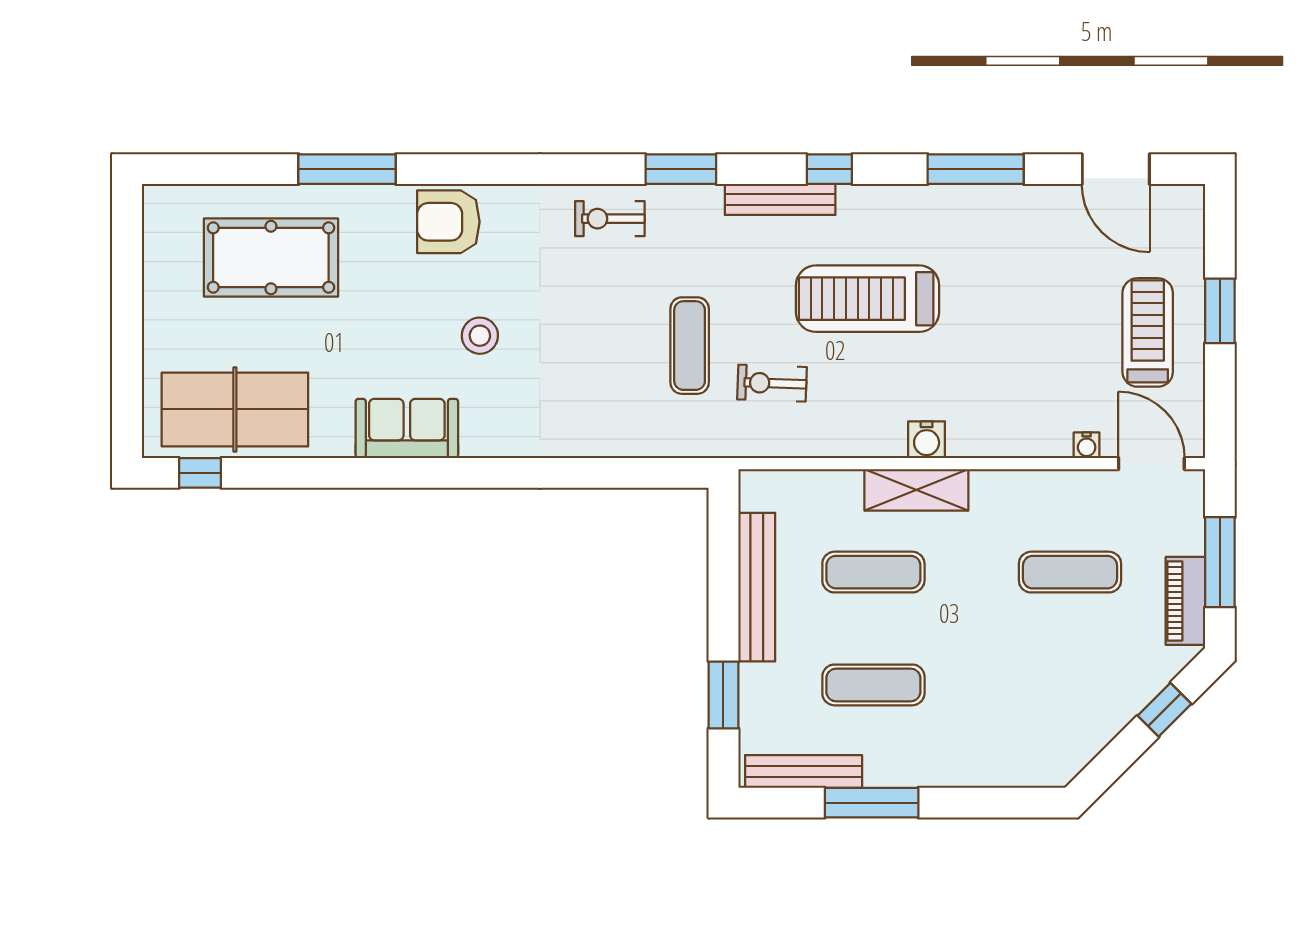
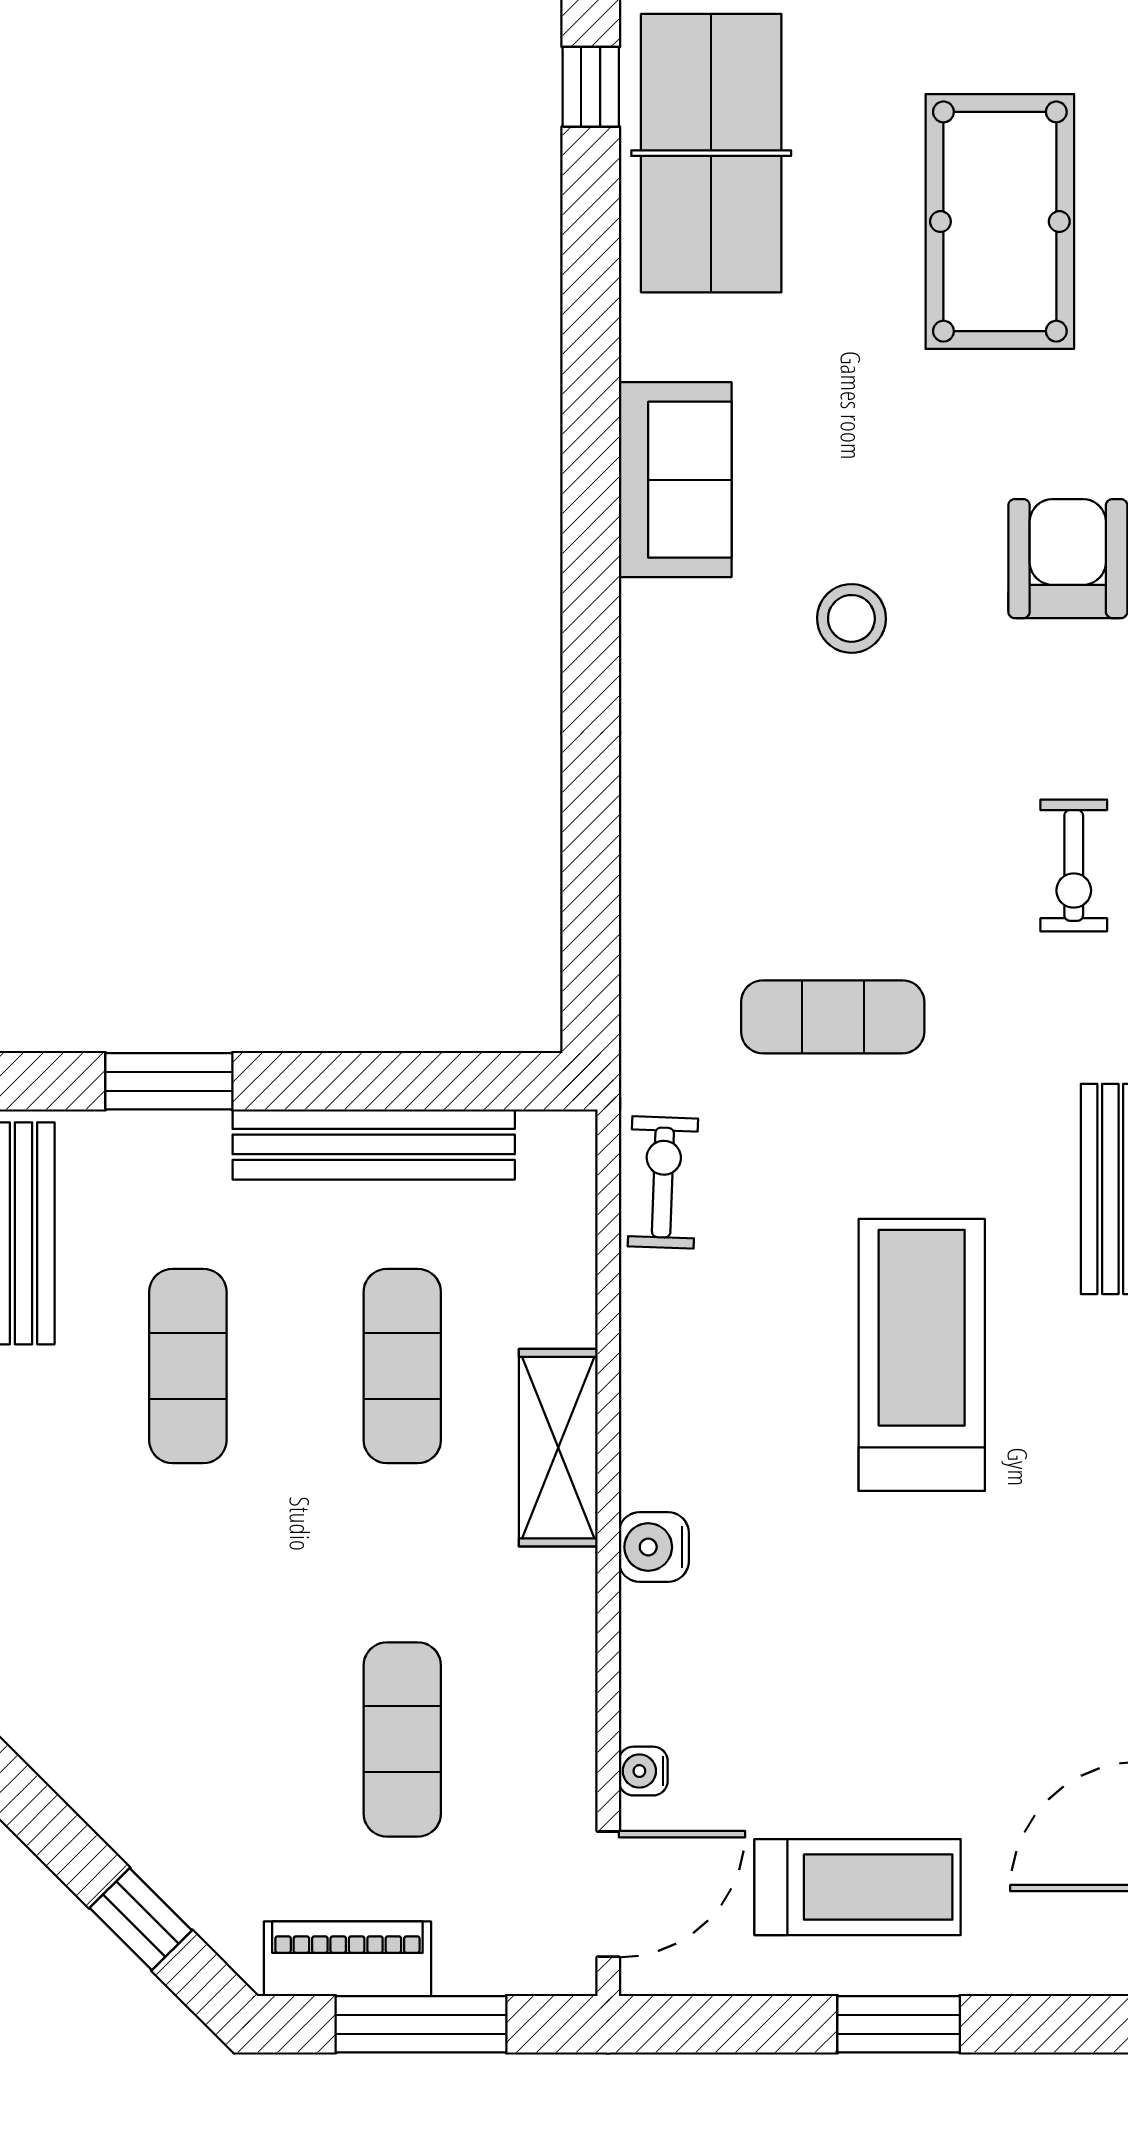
exercise bike: (610, 219) -> (1074, 865), turned 180
exercise bike: (772, 383) -> (663, 1182), moved
water cooler: (927, 440) -> (654, 1547), moved

